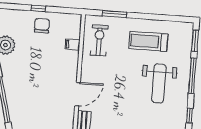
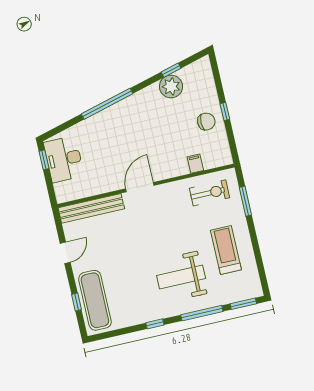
door: (78, 94) -> (140, 187), swing flipped

